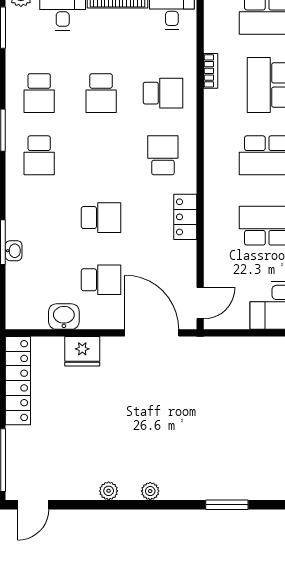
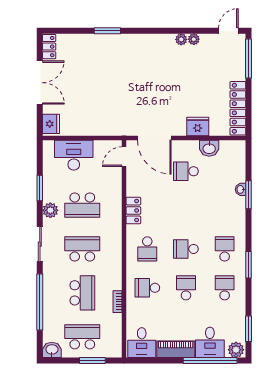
school desk: (101, 218) -> (186, 249), moved
plant: (150, 491) -> (194, 39), moved

